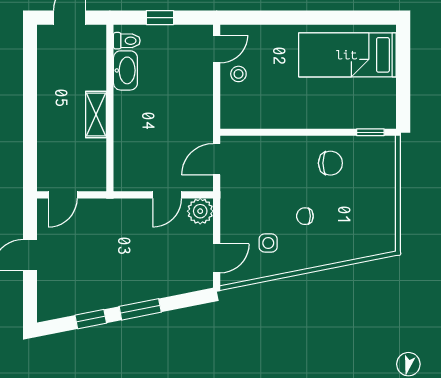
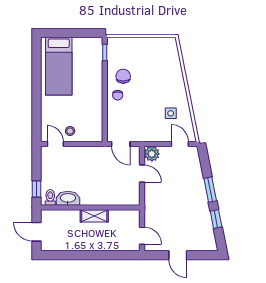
window: (160, 18) -> (36, 189), moved
chair: (305, 216) -> (118, 95), moved

